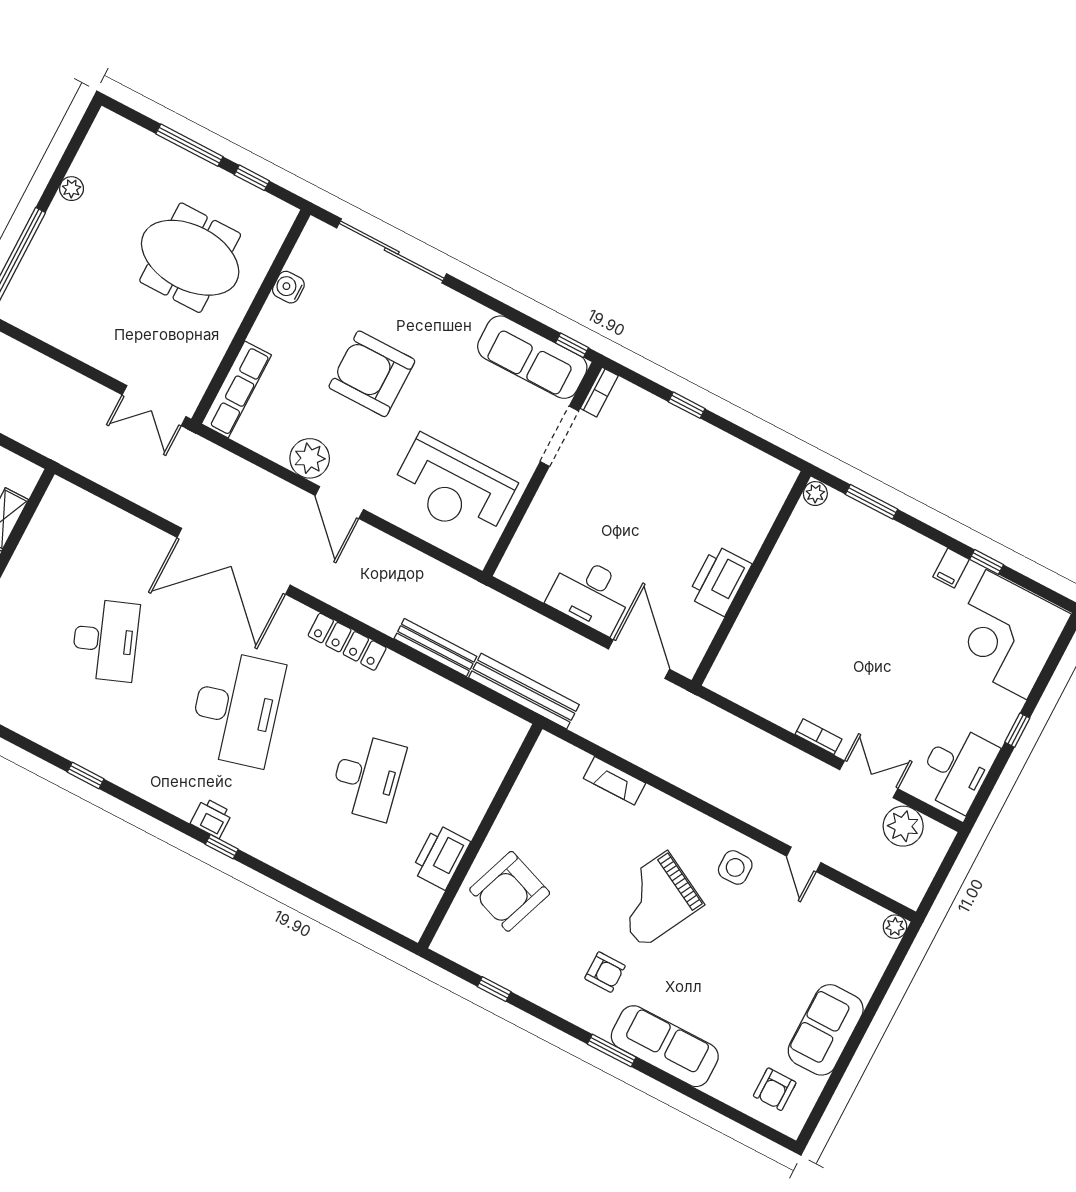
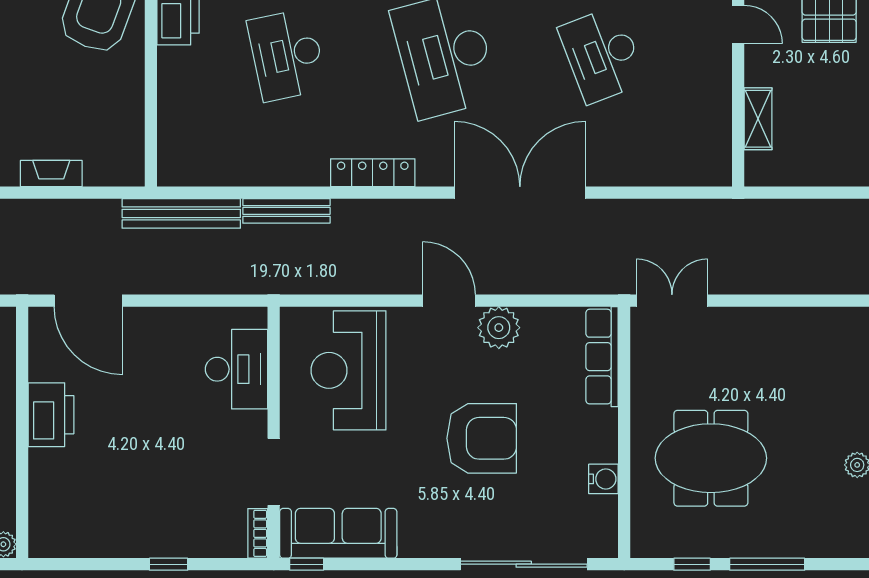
reception desk: (453, 488) -> (348, 370), turned -90
desk: (590, 594) -> (237, 369), moved, turned 90

